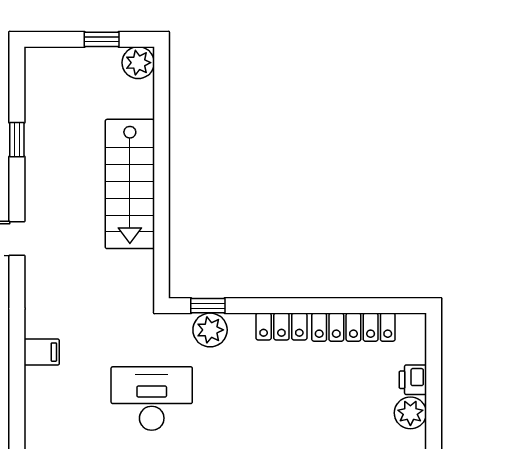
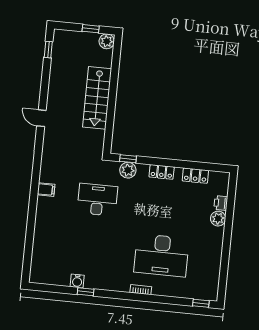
window: (17, 140) -> (48, 50), moved
locker: (353, 327) -> (195, 176), width x0.66
filing cabinet: (42, 352) -> (46, 190), moved

